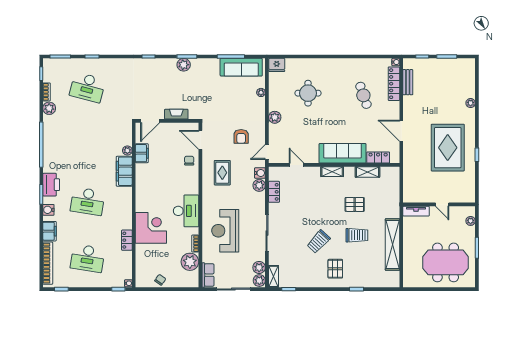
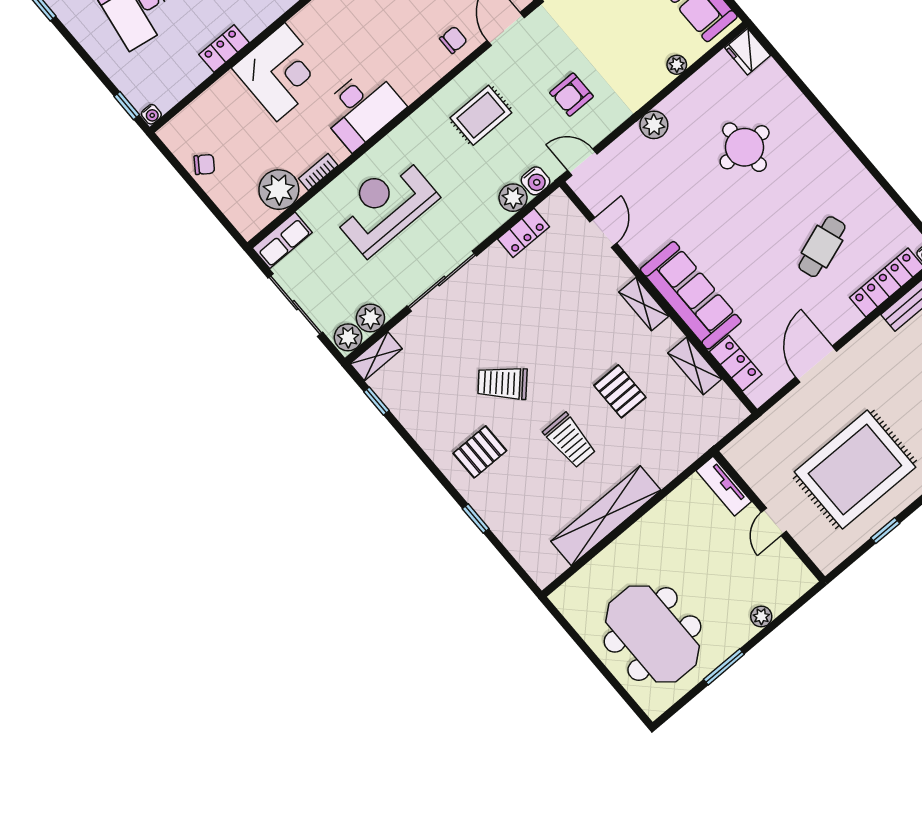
wall: (439, 204) -> (769, 516), moved
door: (442, 204) -> (774, 522), moved
tv unit: (416, 211) -> (724, 486), moved

